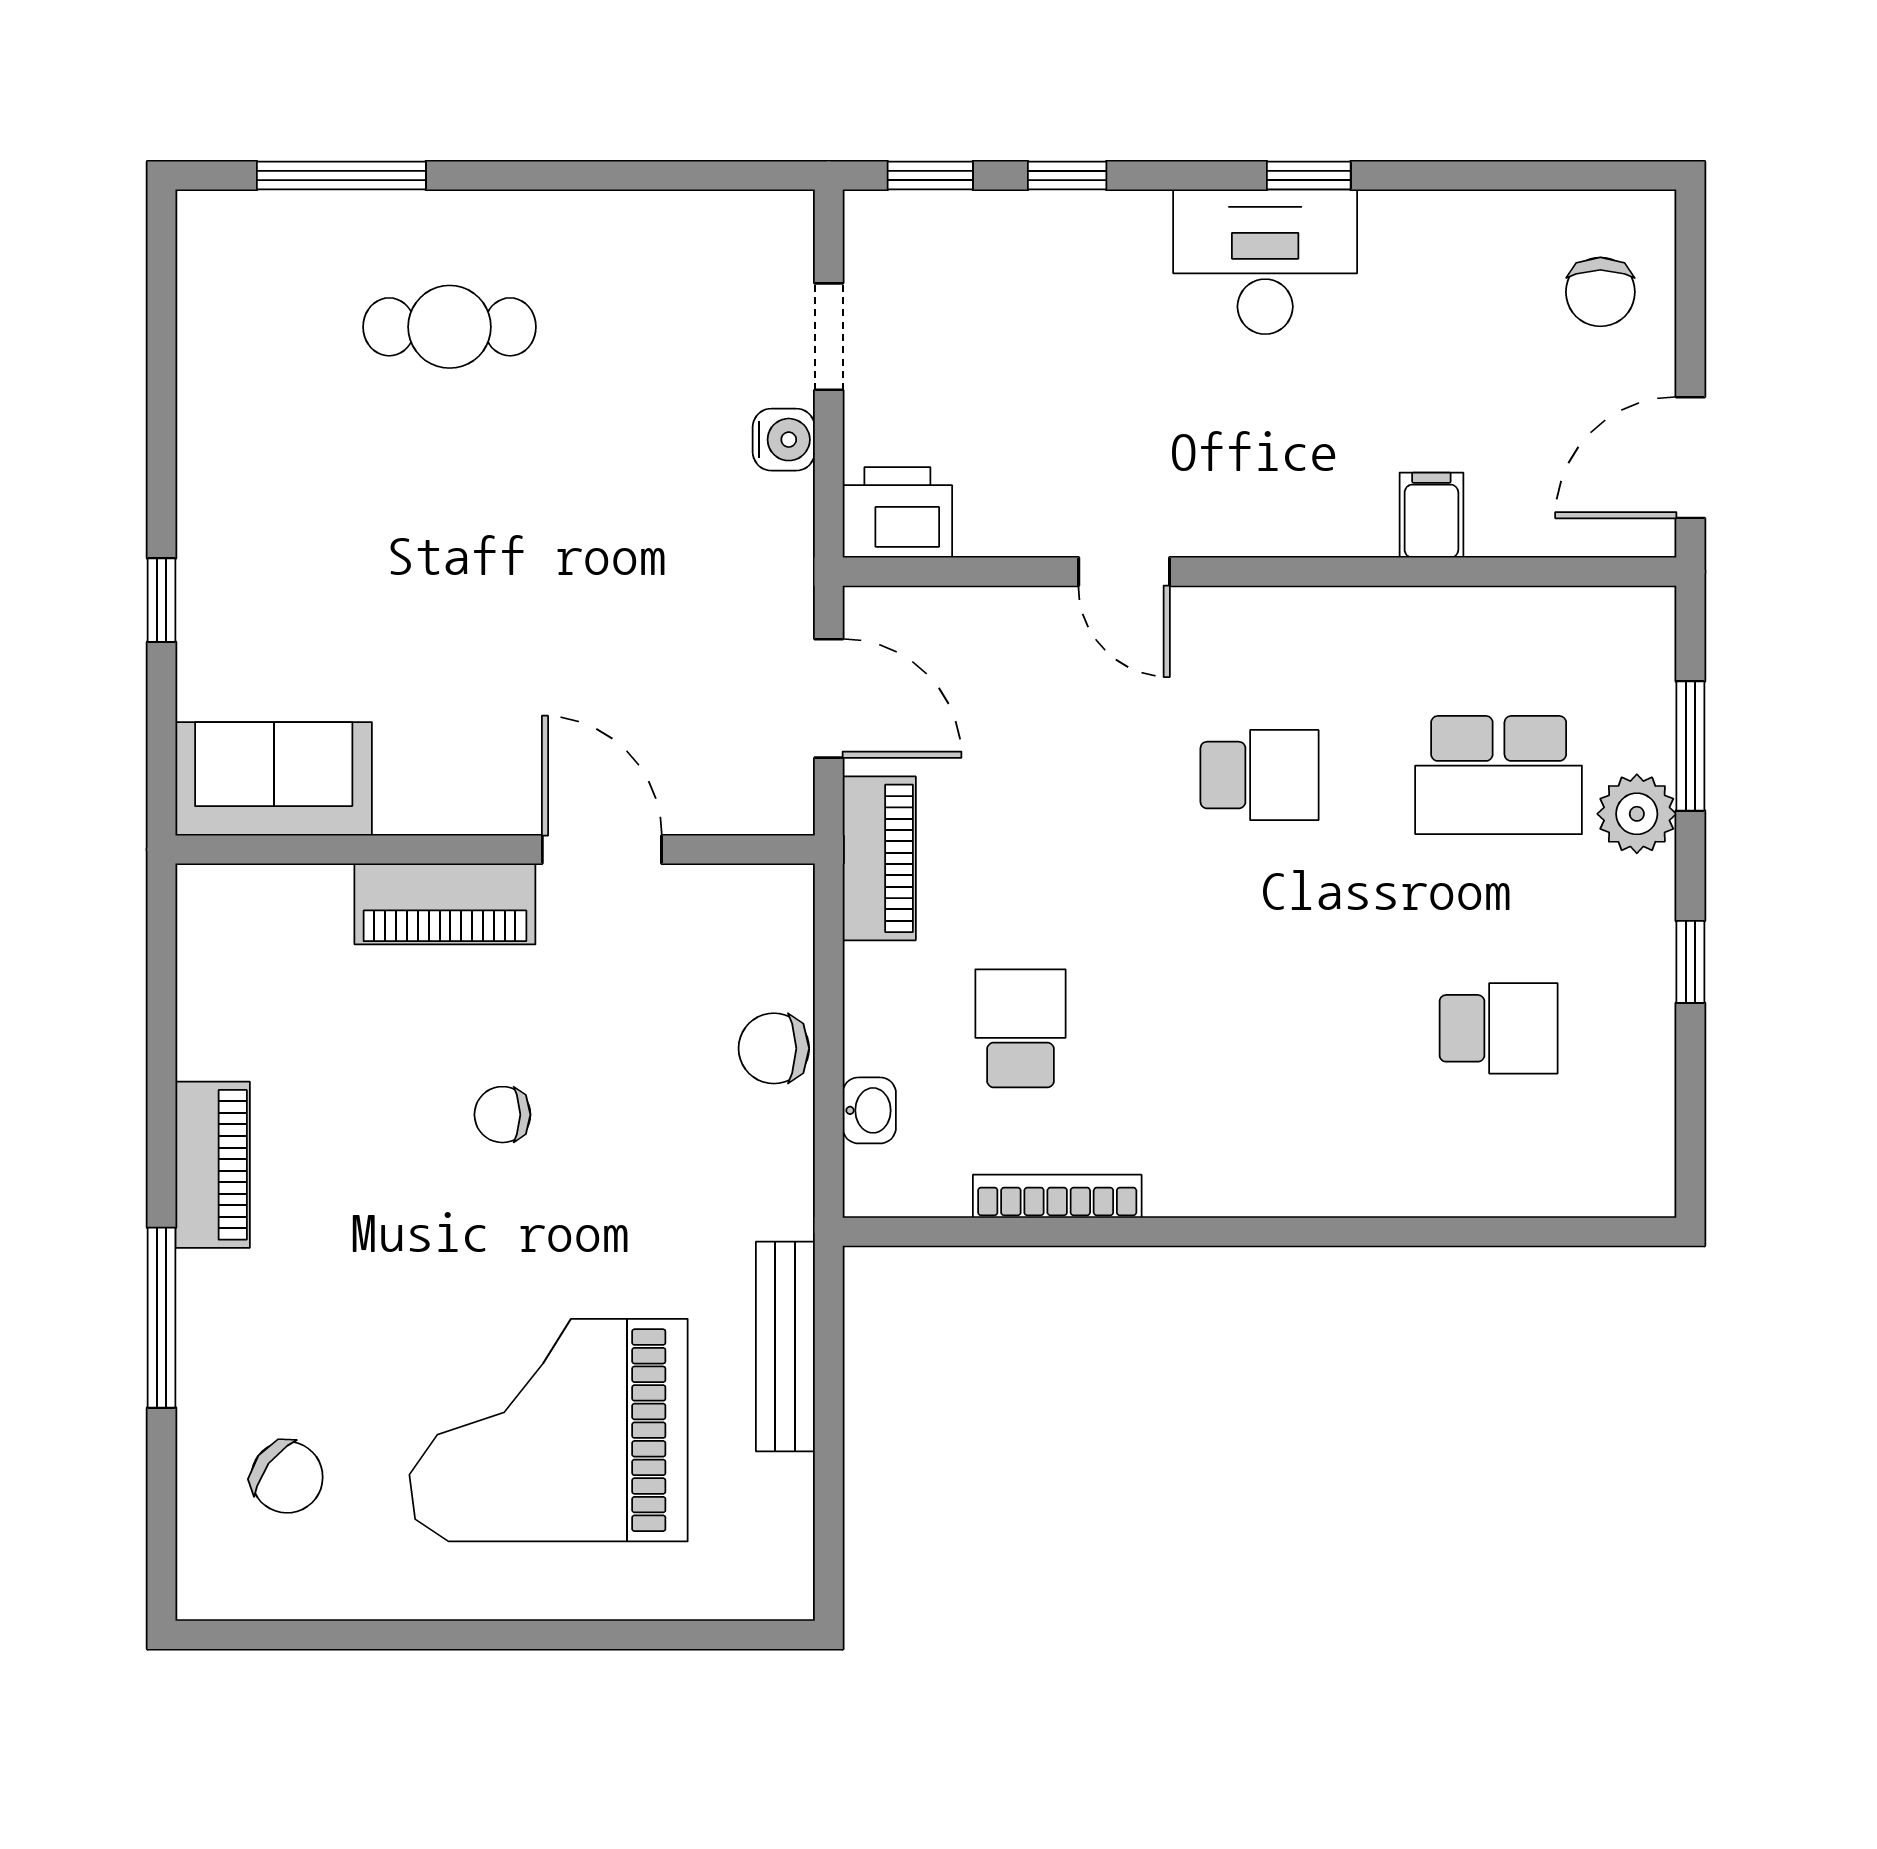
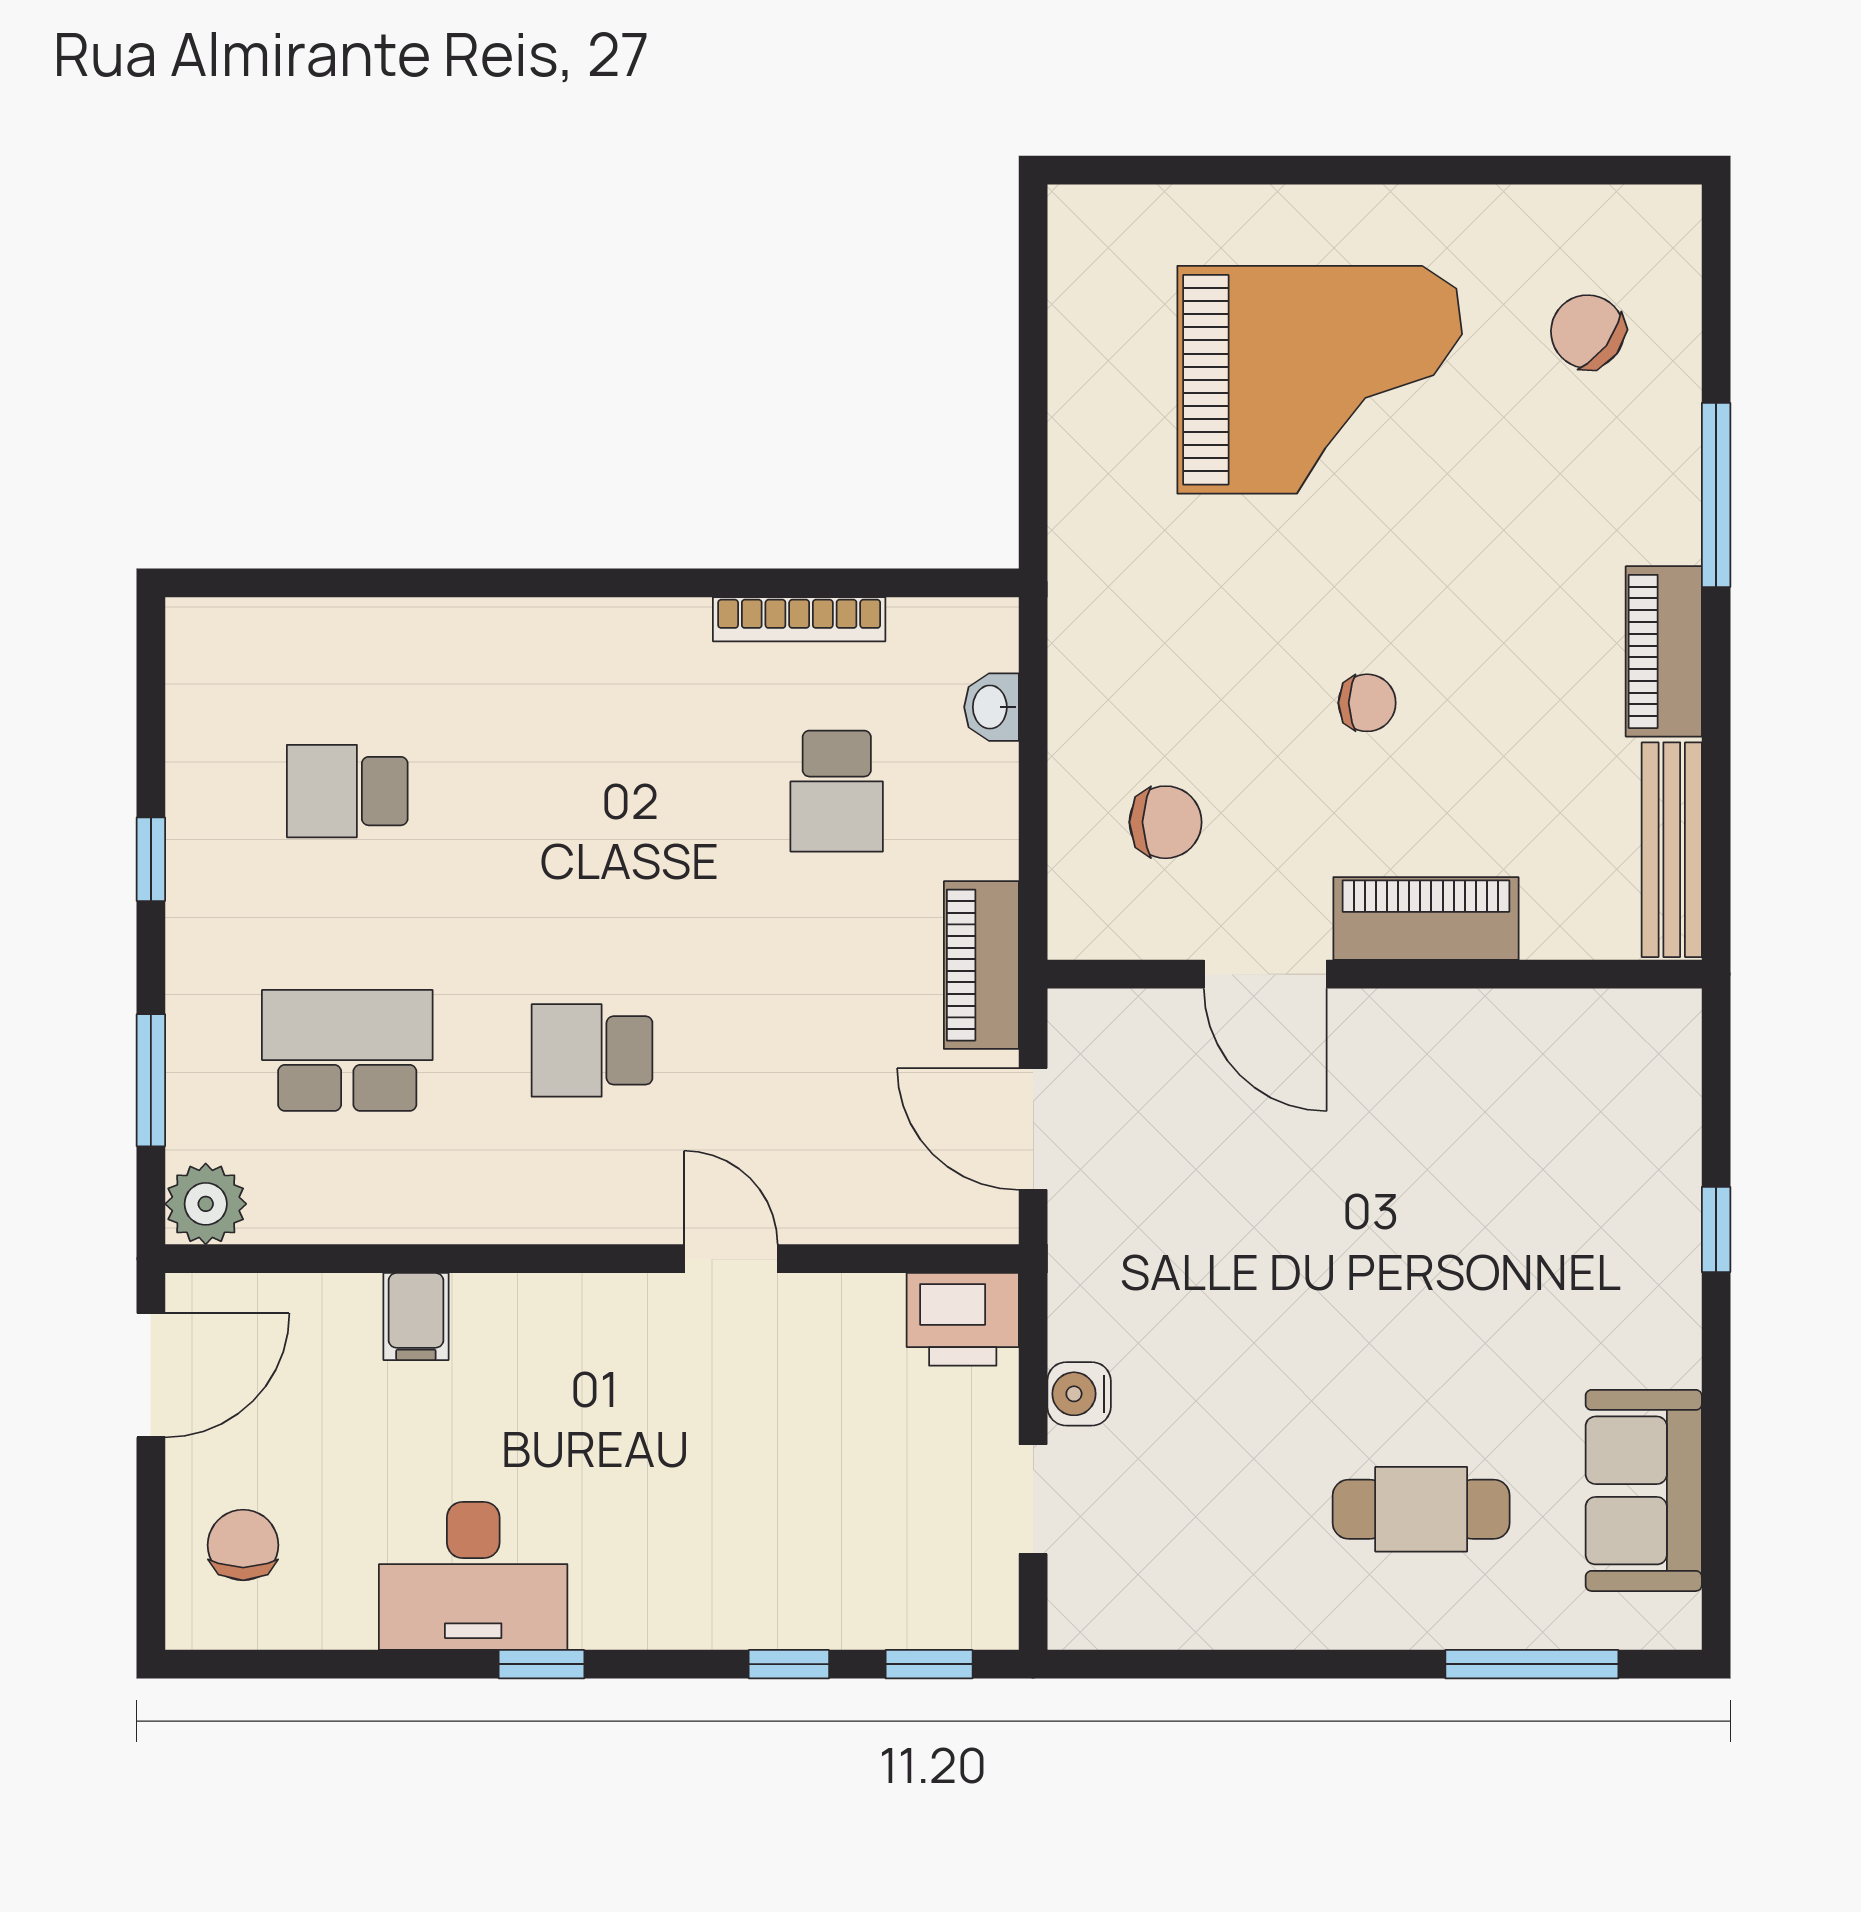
desk: (1265, 262) -> (473, 1576), moved
sofa: (274, 779) -> (1644, 1490), moved, turned 90
plant: (1637, 814) -> (206, 1204), moved
chair: (774, 1048) -> (1166, 822), moved
bench: (785, 1347) -> (1672, 850), moved

